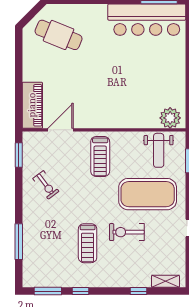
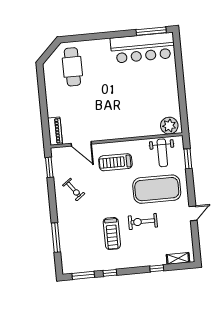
cafe table: (59, 35) -> (72, 67), turned 68
piano: (32, 105) -> (55, 131), width x0.73, depth x0.75
door: (60, 130) -> (81, 144), swing flipped
treadmill: (100, 156) -> (115, 162), turned 90

